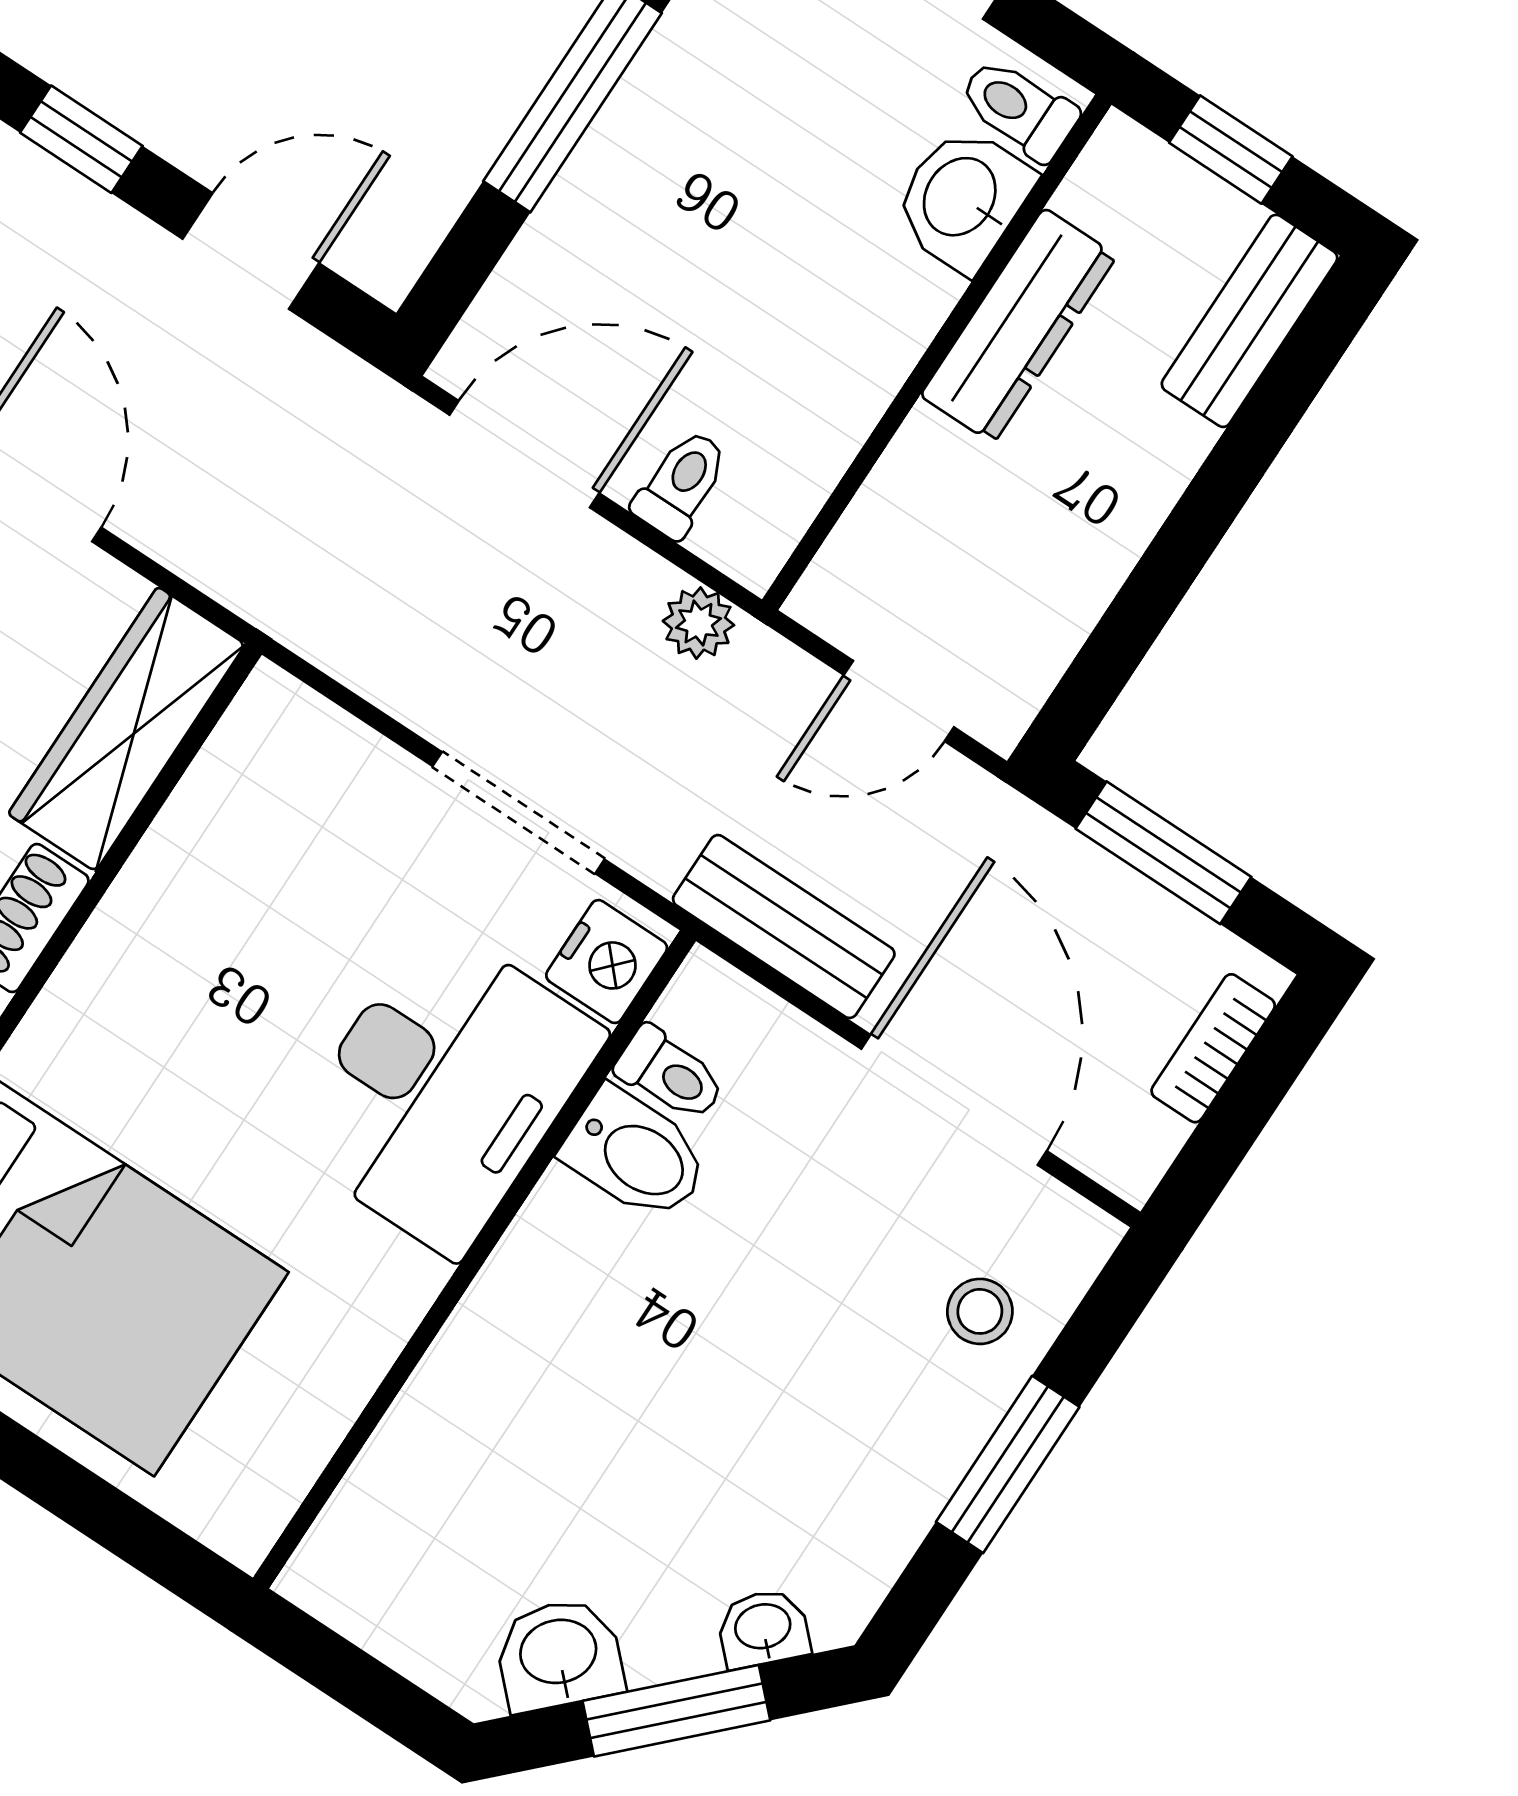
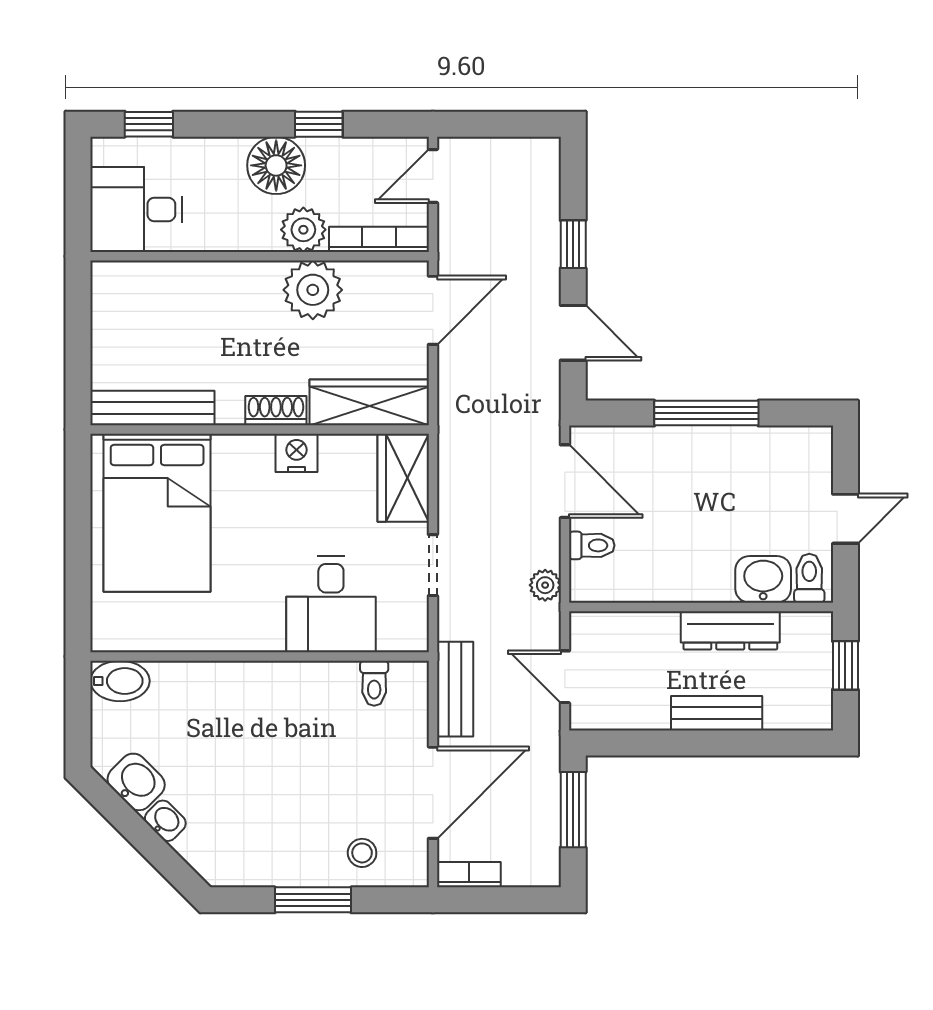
bench: (1250, 321) -> (717, 713), moved
wardrobe: (314, 759) -> (403, 478), added
doorway: (519, 813) -> (433, 565), width x0.73
nightstand: (607, 962) -> (296, 453), moved, turned 180
bookcase: (1213, 1048) -> (469, 875), moved
desk: (444, 1089) -> (331, 604), width x0.73
bidet: (636, 1155) -> (120, 681), moved, turned -90
washbasin: (763, 1628) -> (165, 821), moved
window: (676, 1711) -> (144, 838), removed

